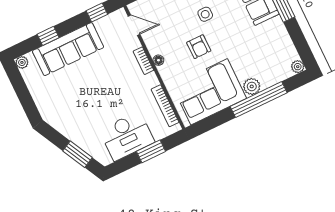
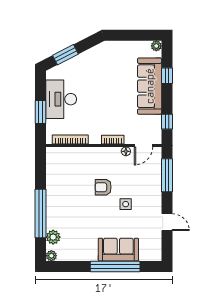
floor lamp: (158, 60) -> (126, 151), moved
plant: (252, 86) -> (53, 237), moved
corner sofa: (209, 92) -> (65, 179), removed

